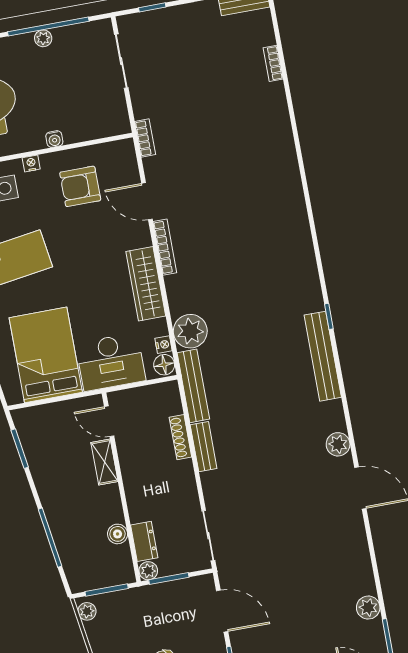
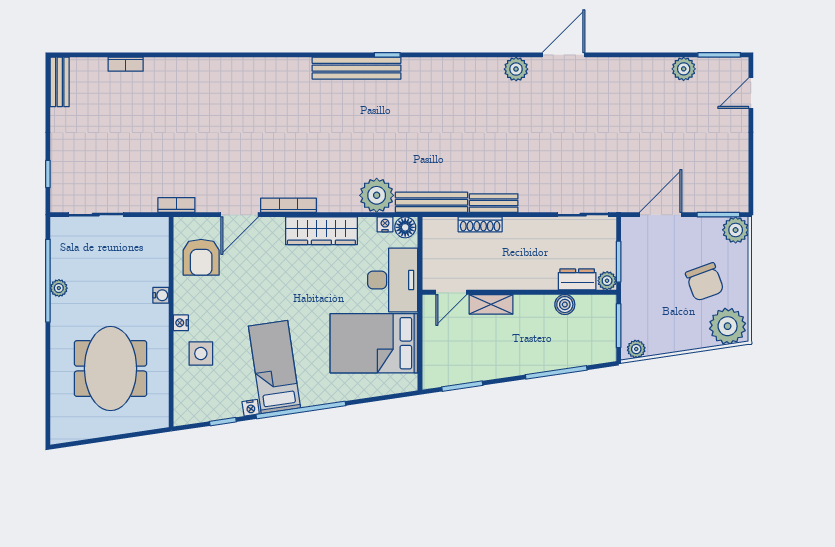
armchair: (80, 186) -> (201, 257), moved
bench: (323, 356) -> (356, 68), moved

